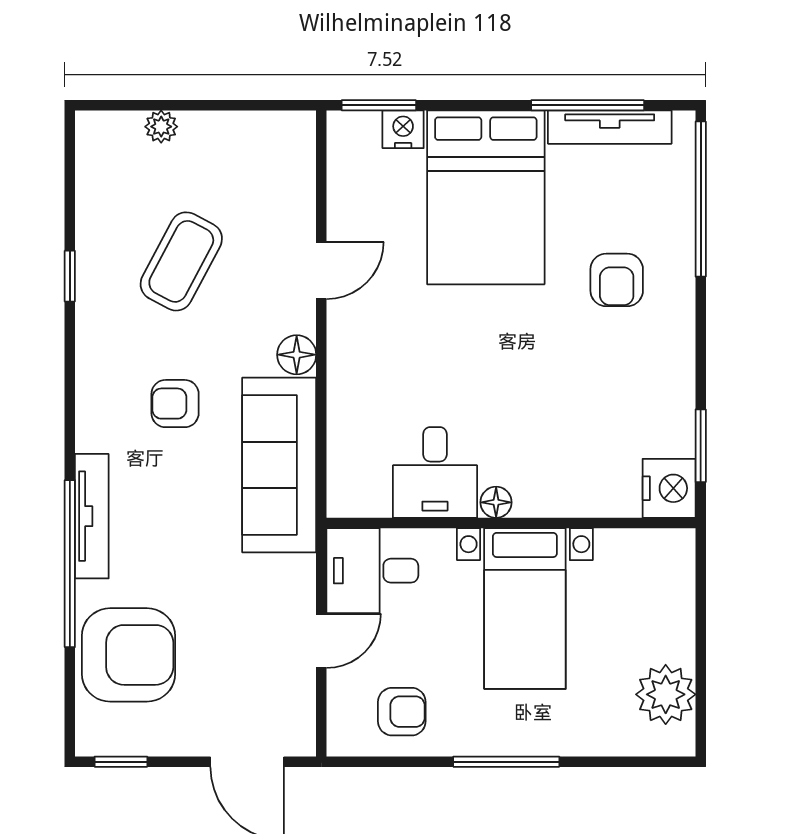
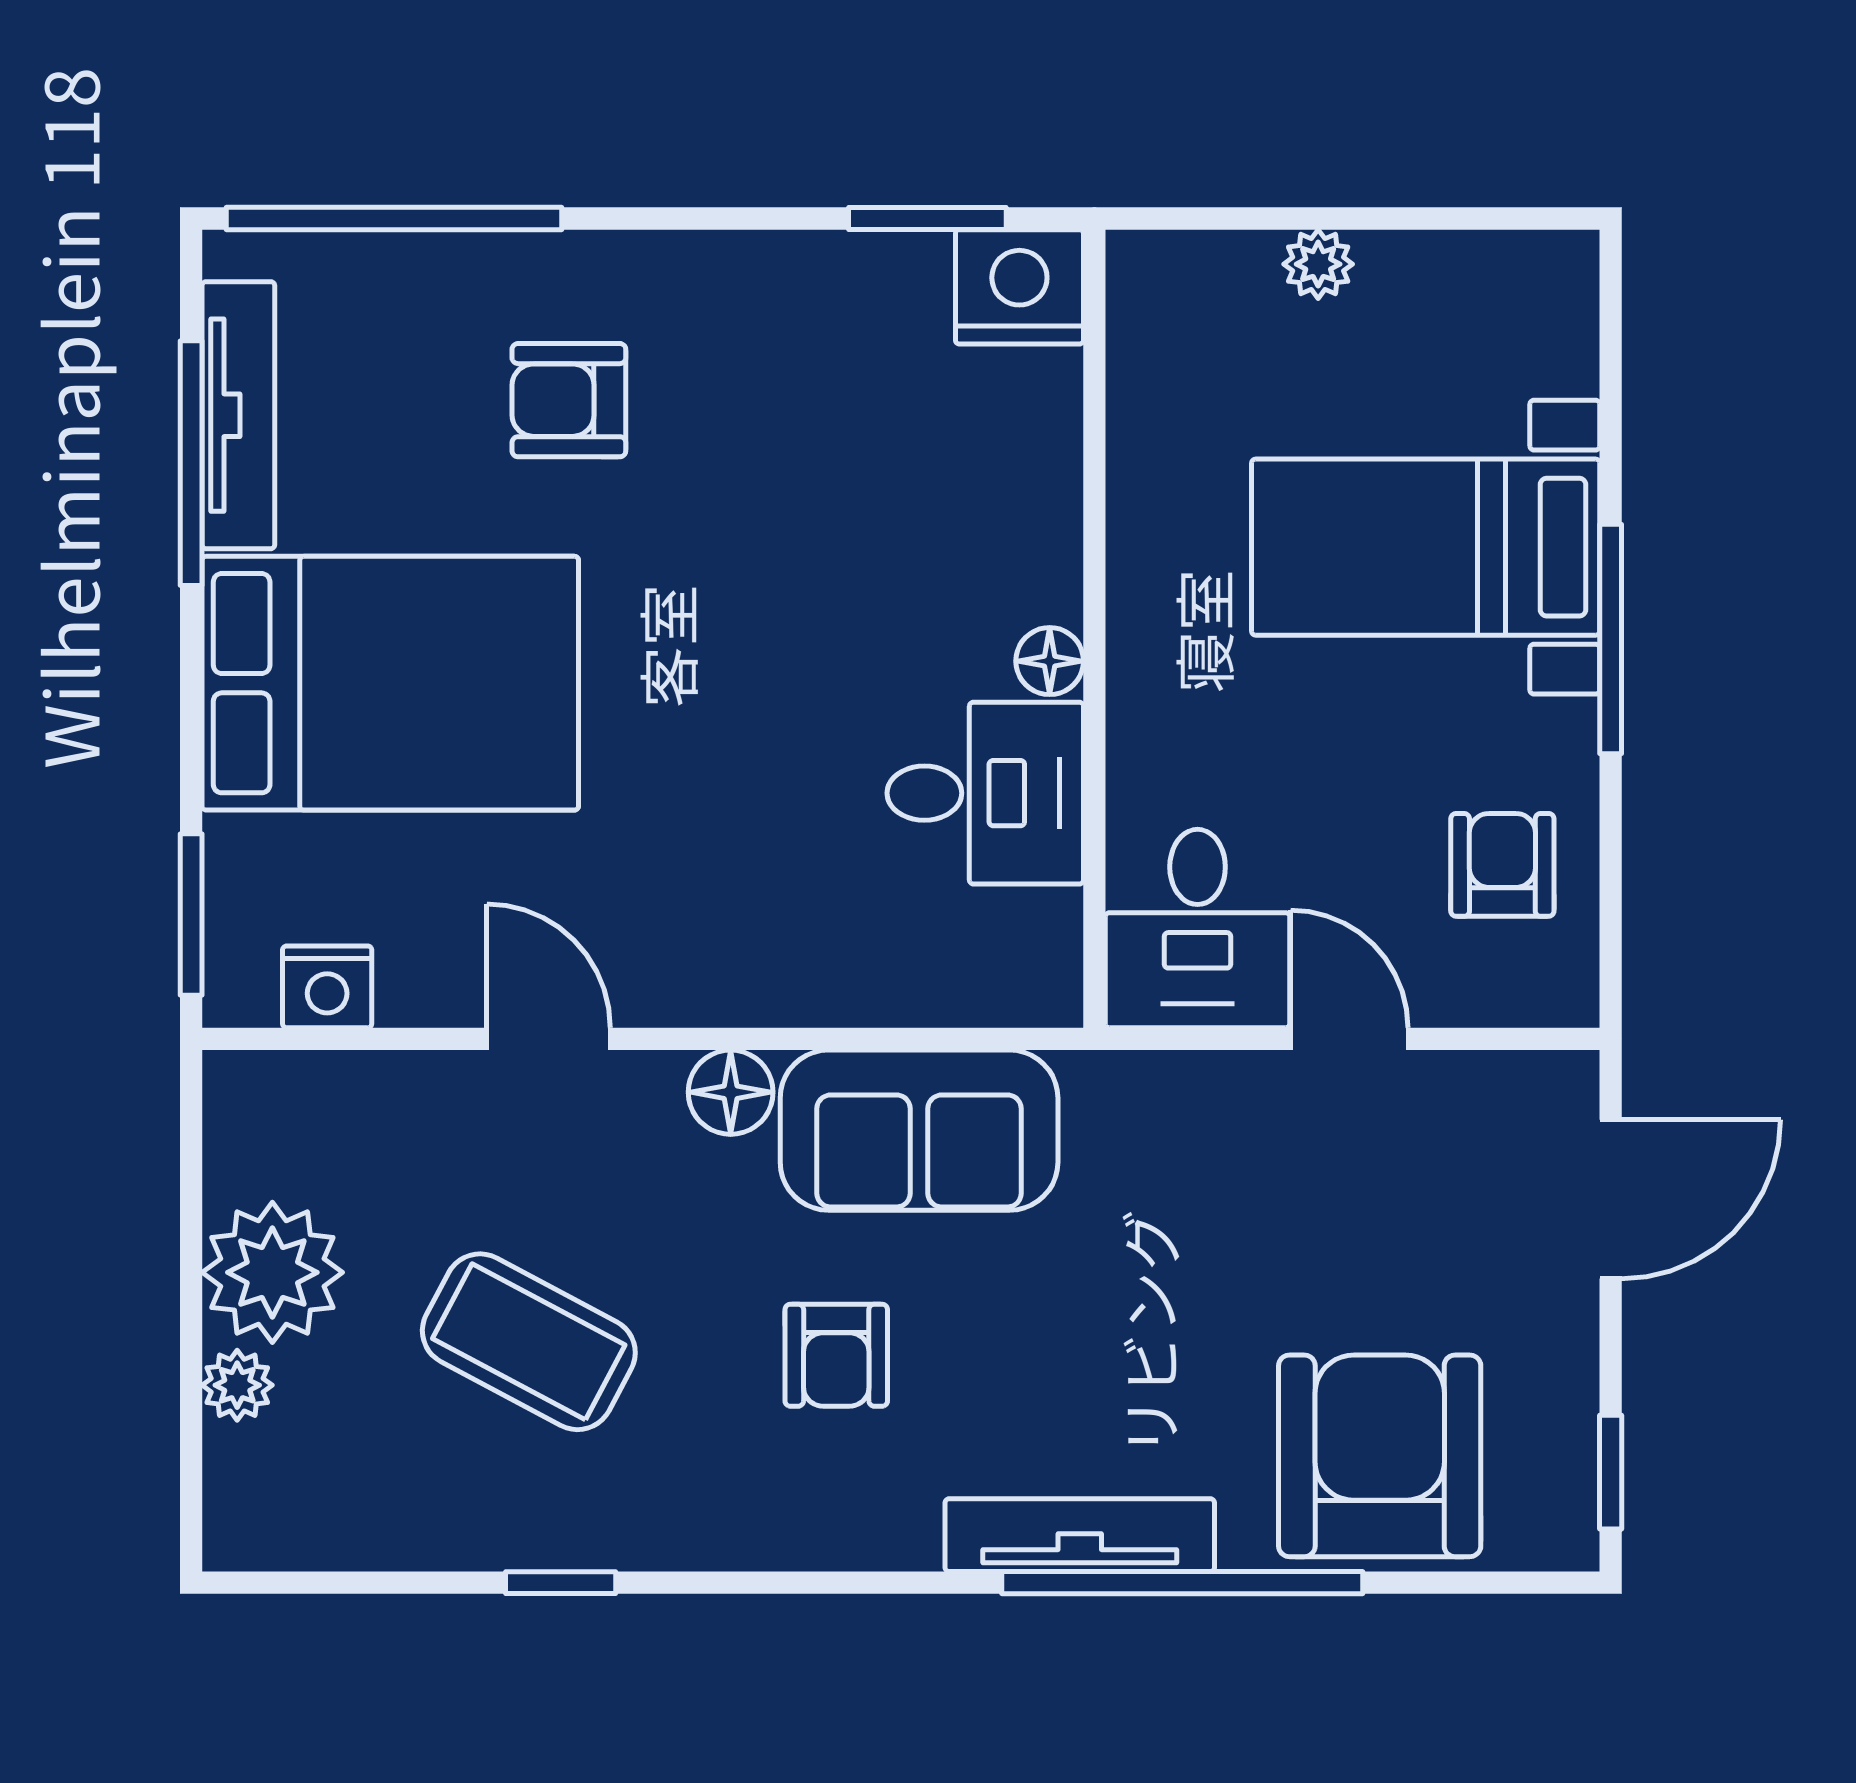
nightstand: (403, 129) -> (327, 987), moved, turned -90
plant: (213, 143) -> (272, 1272), added
armchair: (617, 280) -> (569, 400), turned 180
sofa: (279, 465) -> (919, 1130), width x0.73
bed with nightstands: (525, 608) -> (1426, 547), moved, turned 180
plant: (666, 694) -> (1318, 264), moved, width x0.53, depth x0.53

